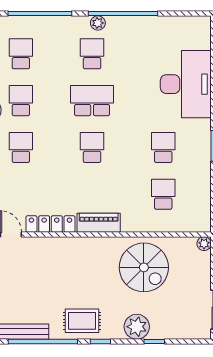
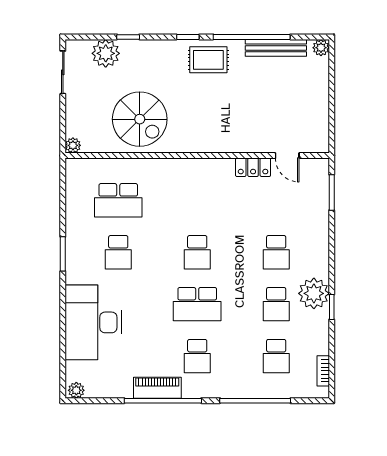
plant: (98, 23) -> (76, 390), moved
school desk: (163, 194) -> (118, 200), width x1.85
piano: (99, 223) -> (157, 388), moved, turned 180
locker: (50, 224) -> (253, 167), width x0.66
spiral stairs: (144, 267) -> (140, 119), turned 180
plant: (137, 327) -> (106, 53), moved

